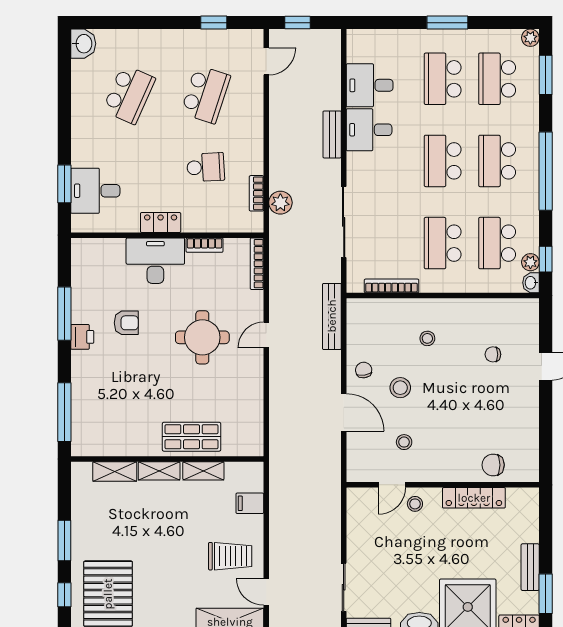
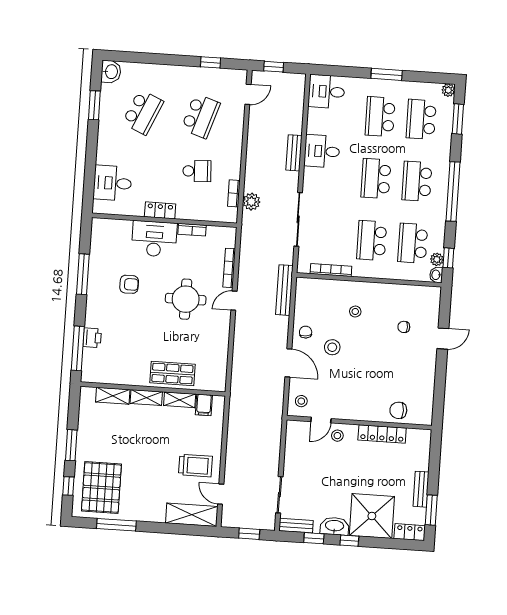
desk: (370, 85) -> (326, 92), moved
window: (64, 184) -> (94, 105), moved
bookcase: (257, 264) -> (229, 268), moved
printer: (82, 337) -> (92, 338), moved
stool: (404, 442) -> (301, 401), moved
filing cabinet: (250, 503) -> (204, 405), moved, turned -90

